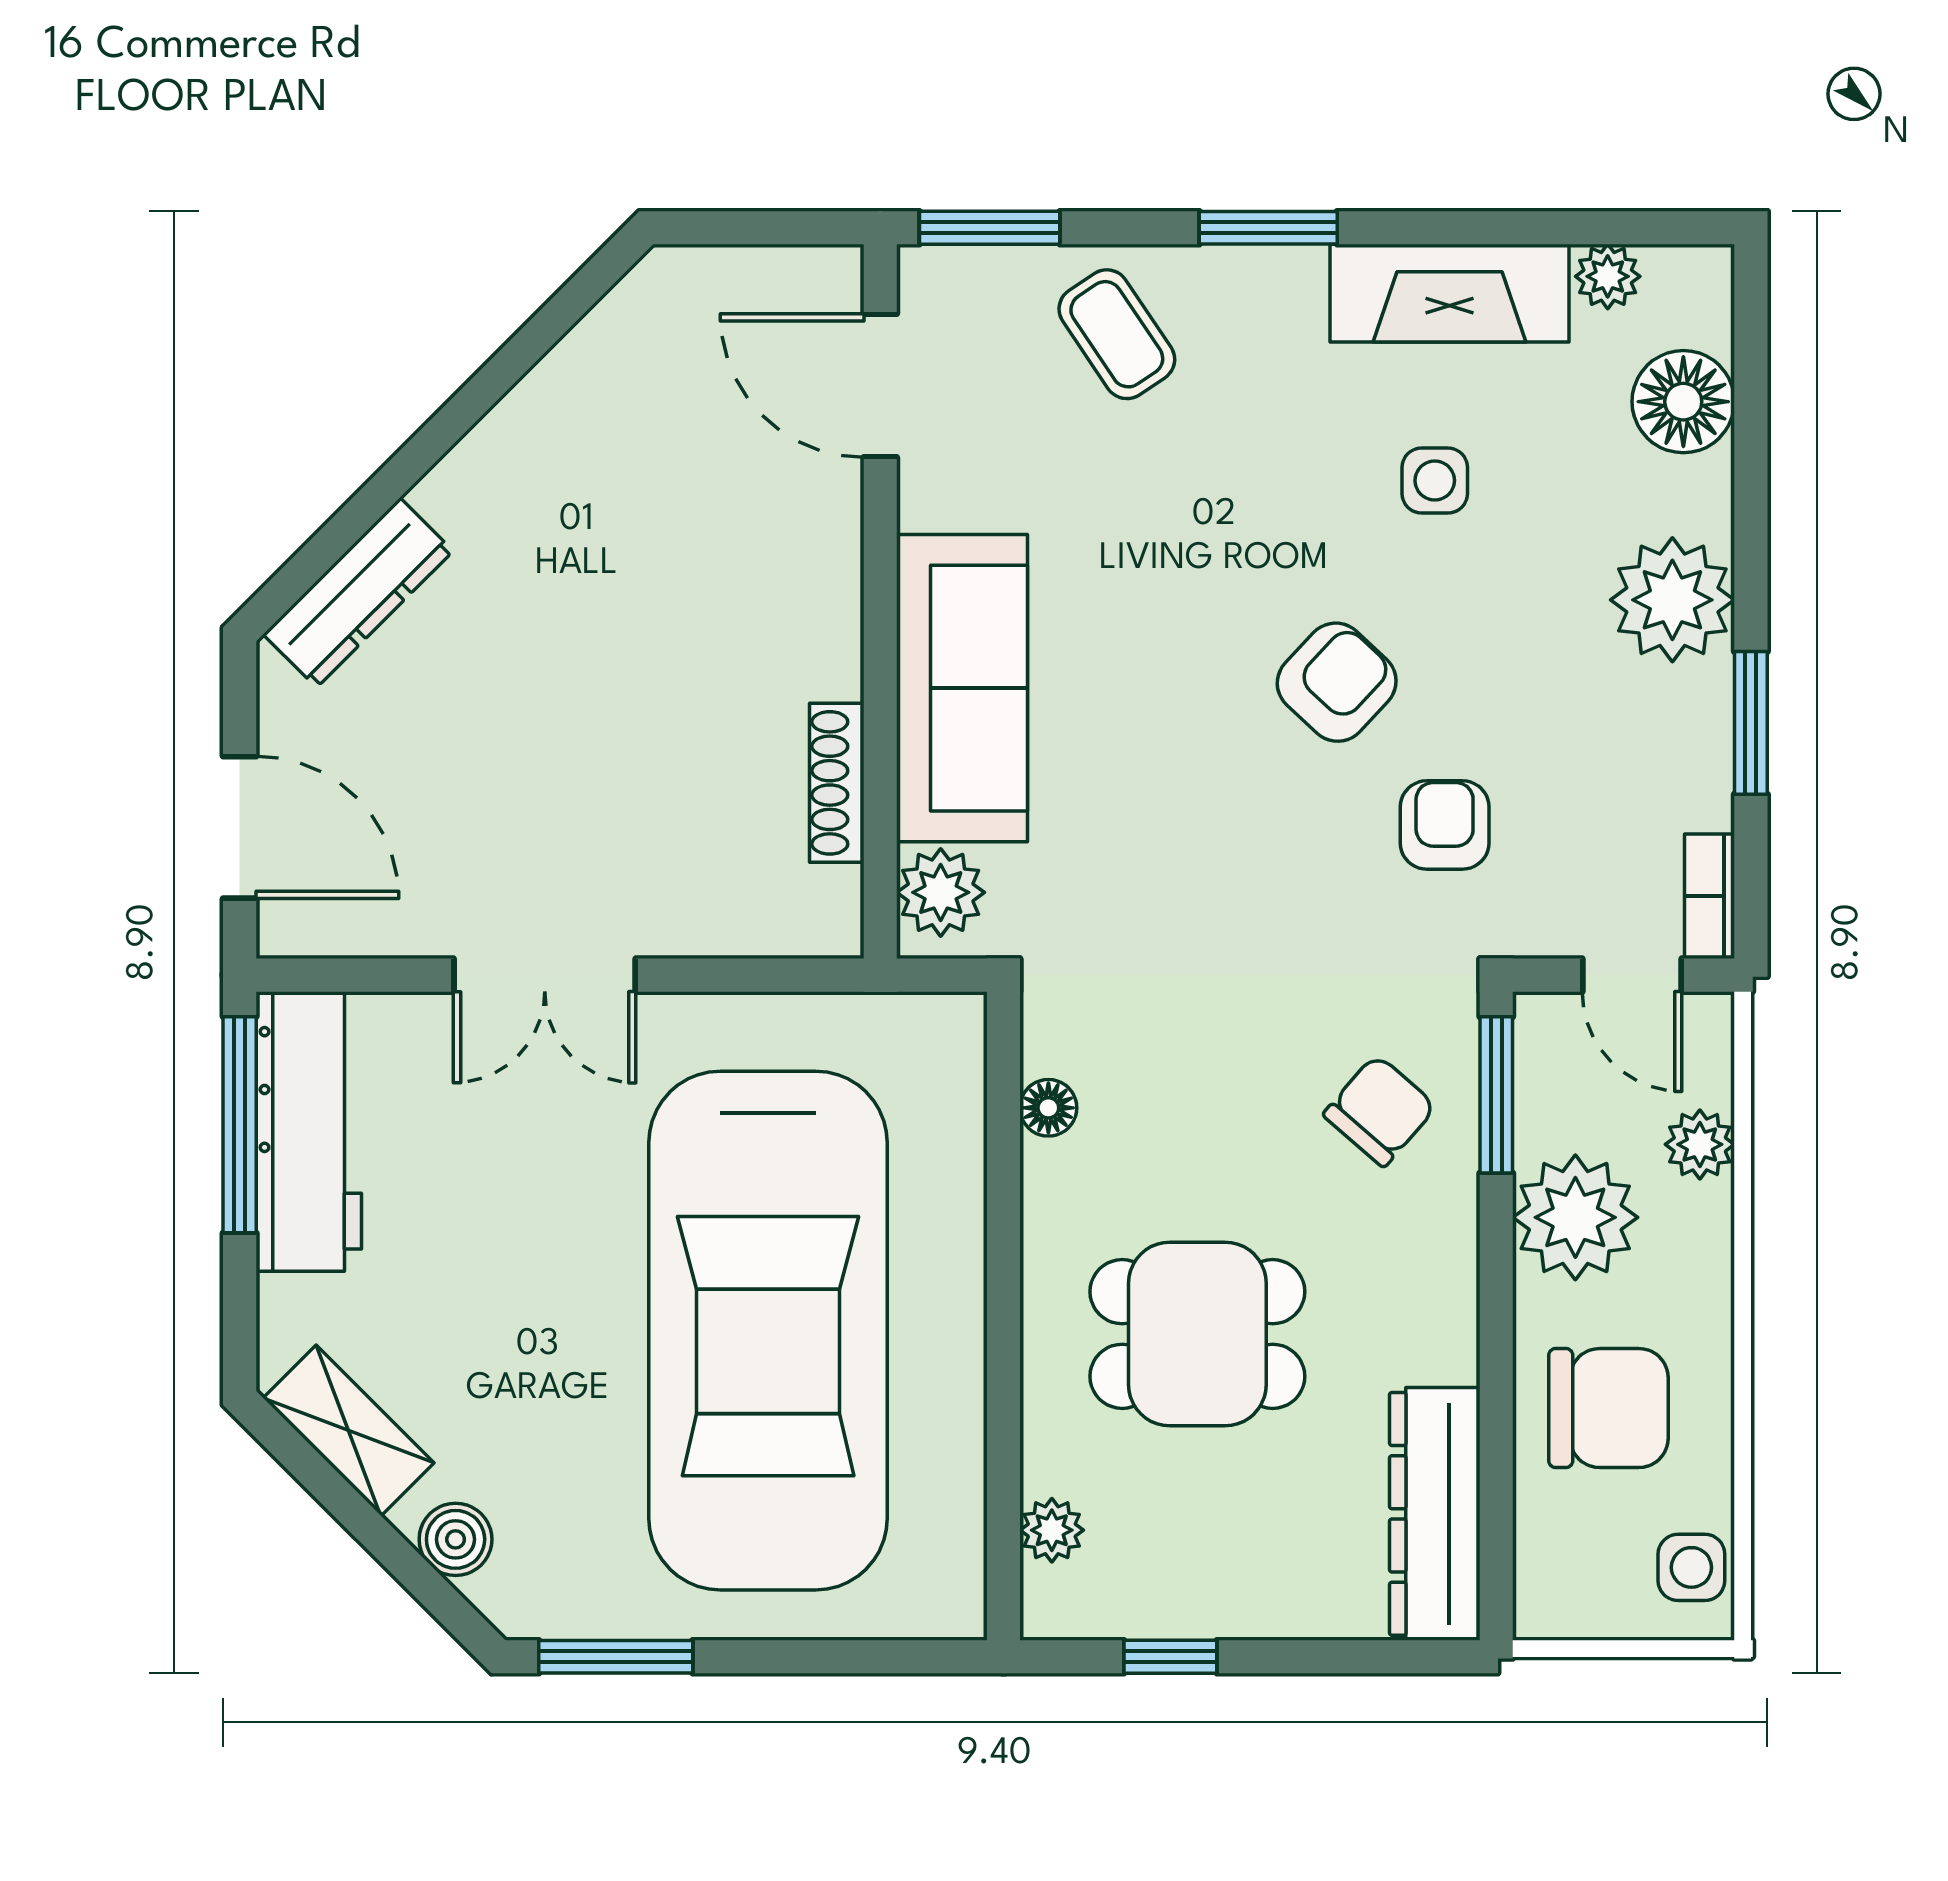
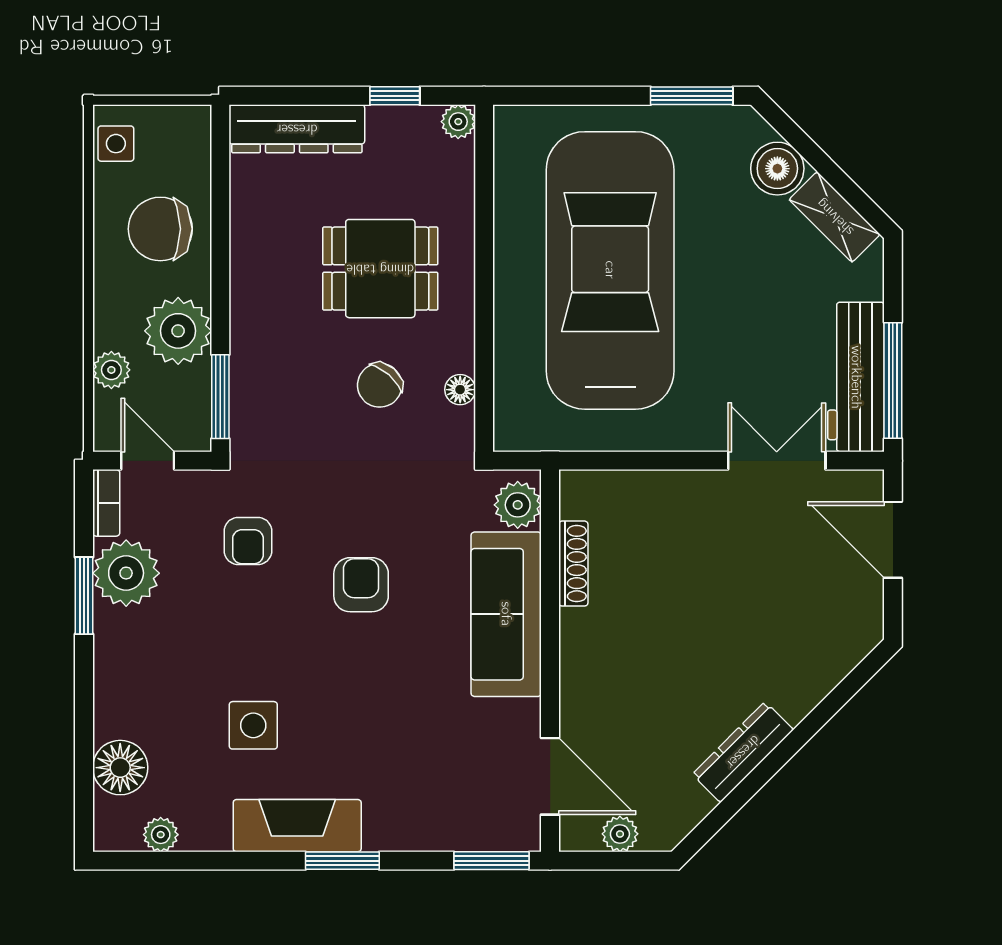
plant: (750, 278) -> (620, 834), added
fireplace: (1450, 293) -> (297, 826), moved
coffee table: (1117, 334) -> (423, 804), removed
side table: (1435, 481) -> (253, 725), width x1.37, depth x1.37
dresser: (358, 593) -> (743, 752), moved
plant: (1672, 600) -> (126, 573), moved
armchair: (1337, 682) -> (361, 585), moved, turned 137
double door: (545, 975) -> (777, 461), moved
chair: (1380, 1111) -> (380, 385), moved
dresser: (1435, 1514) -> (297, 129), moved, turned 90
plant: (1052, 1530) -> (458, 122), moved
boiler: (456, 1539) -> (777, 169), width x1.36, depth x1.36

